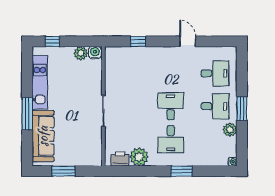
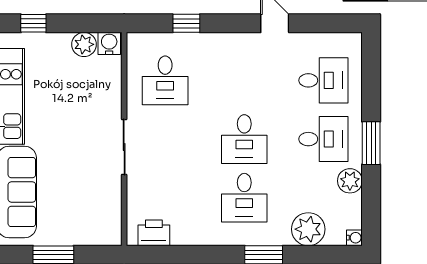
desk: (126, 73) -> (165, 80), added
desk: (171, 106) -> (244, 139), turned 180
plant: (139, 157) -> (308, 229), moved

